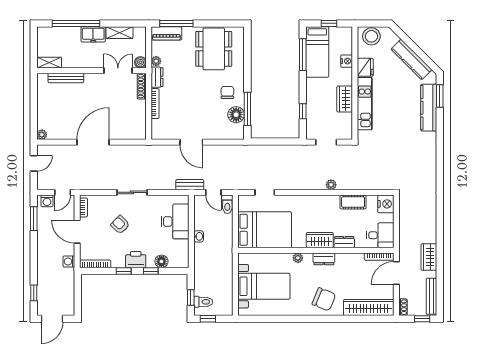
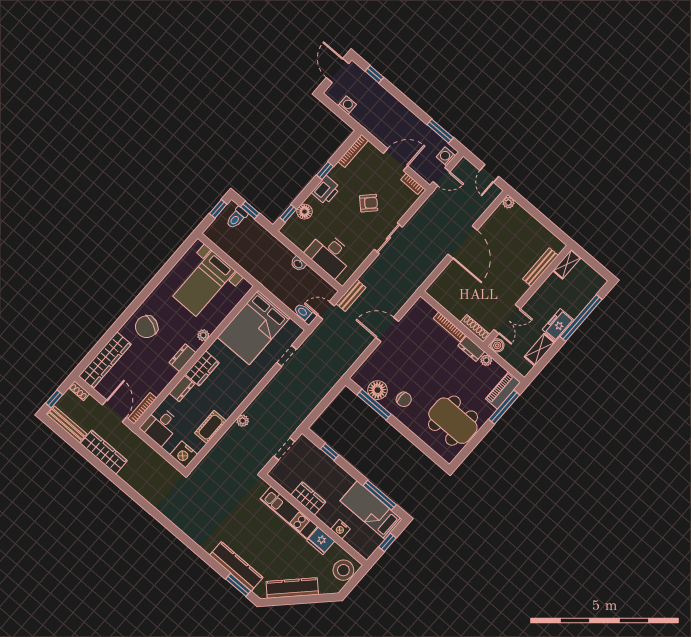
door: (63, 192) -> (441, 177), swing flipped
wardrobe: (429, 257) -> (104, 452), width x1.50
washing machine: (69, 261) -> (347, 105), moved
window: (151, 271) -> (288, 213), moved

